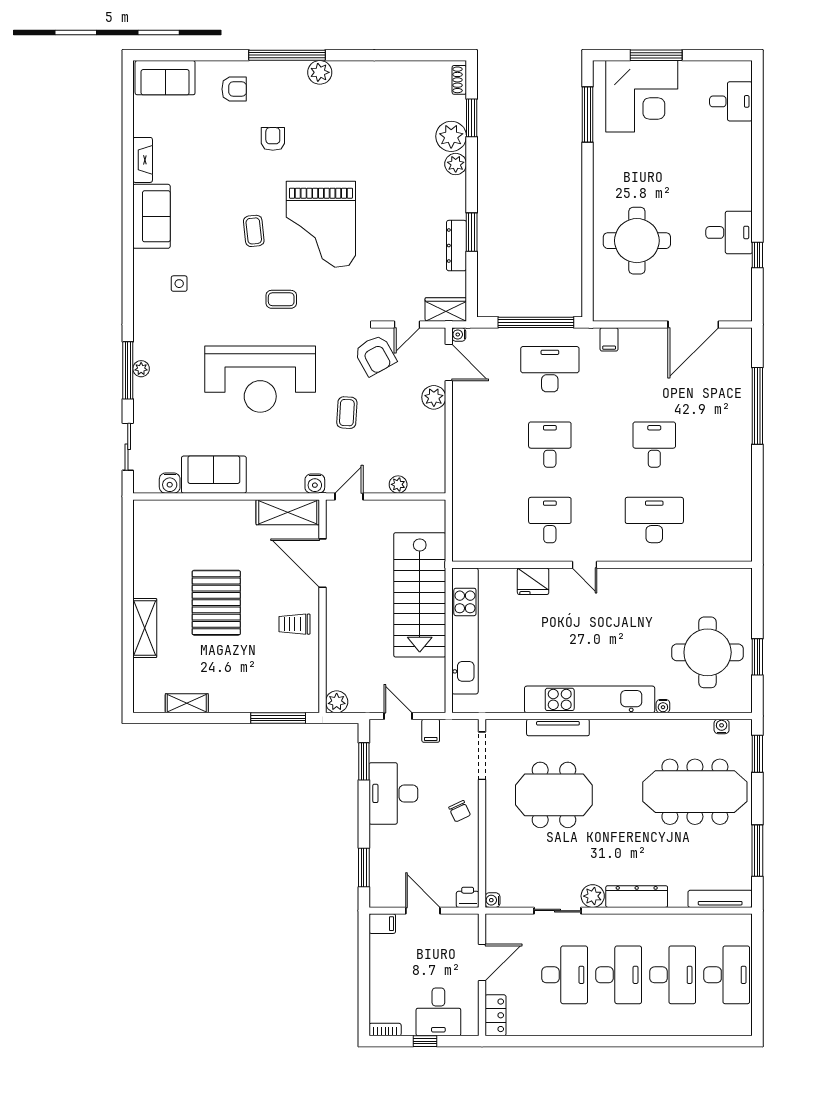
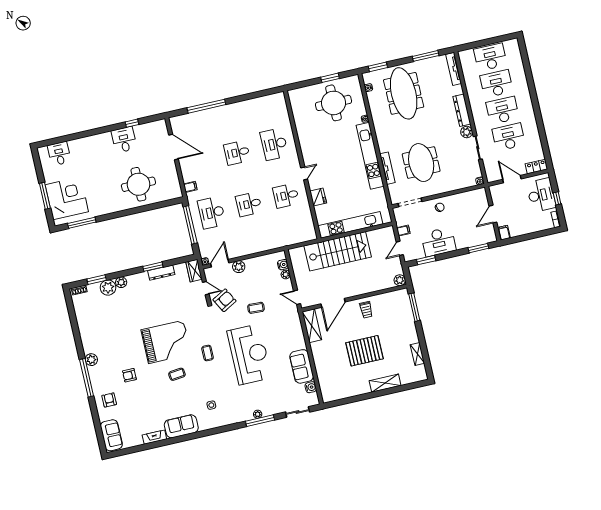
water cooler: (315, 484) -> (283, 265), moved
printer: (468, 897) -> (481, 194), removed
desk: (438, 1012) -> (541, 195), width x1.37

